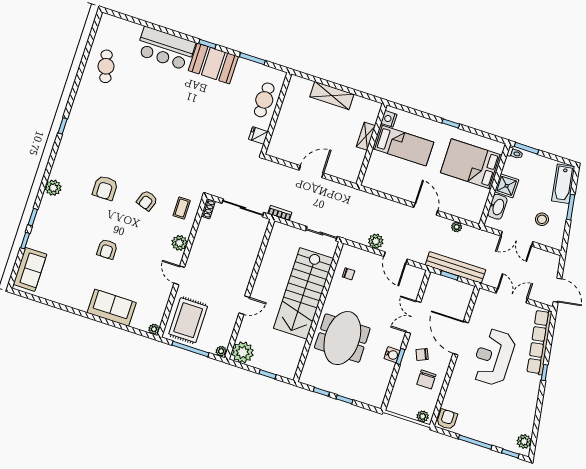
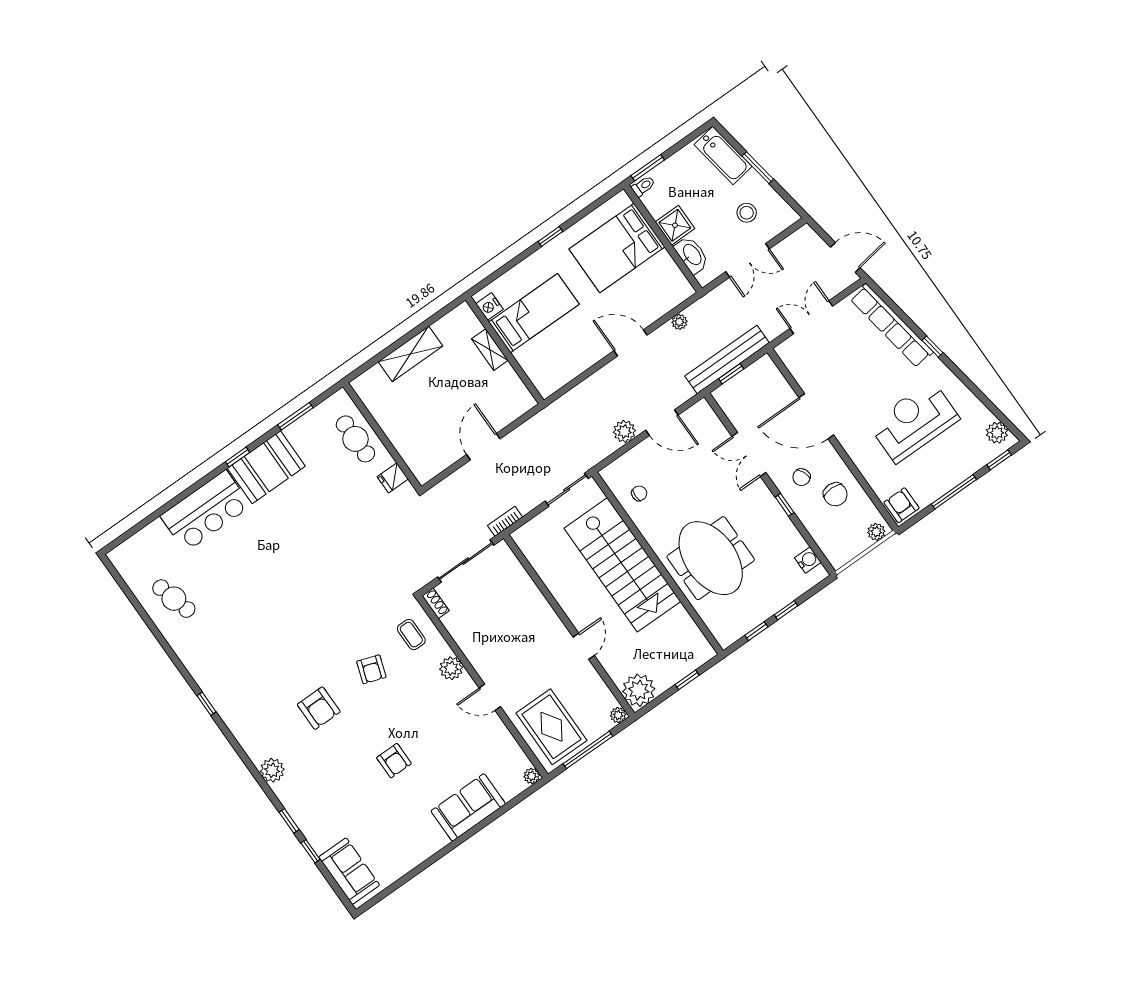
water cooler: (392, 355) -> (808, 560), moved
reception desk: (493, 357) -> (914, 421), moved, turned 90

